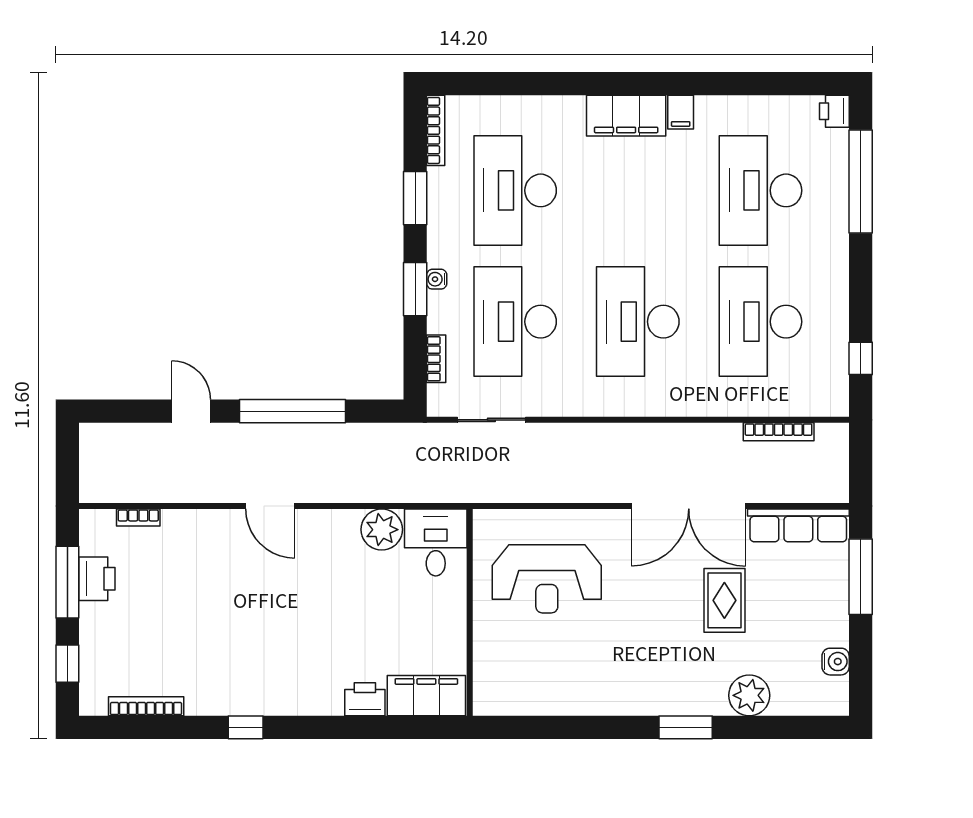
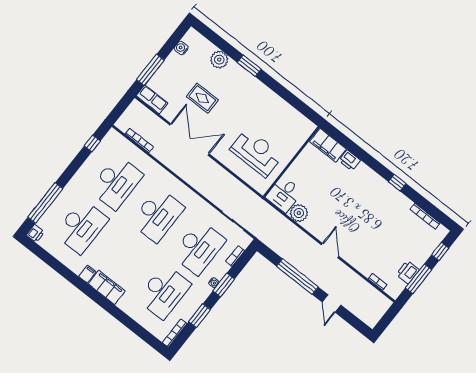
row of seats: (798, 525) -> (152, 99), width x0.68
rug: (724, 600) -> (202, 98), turned 90

